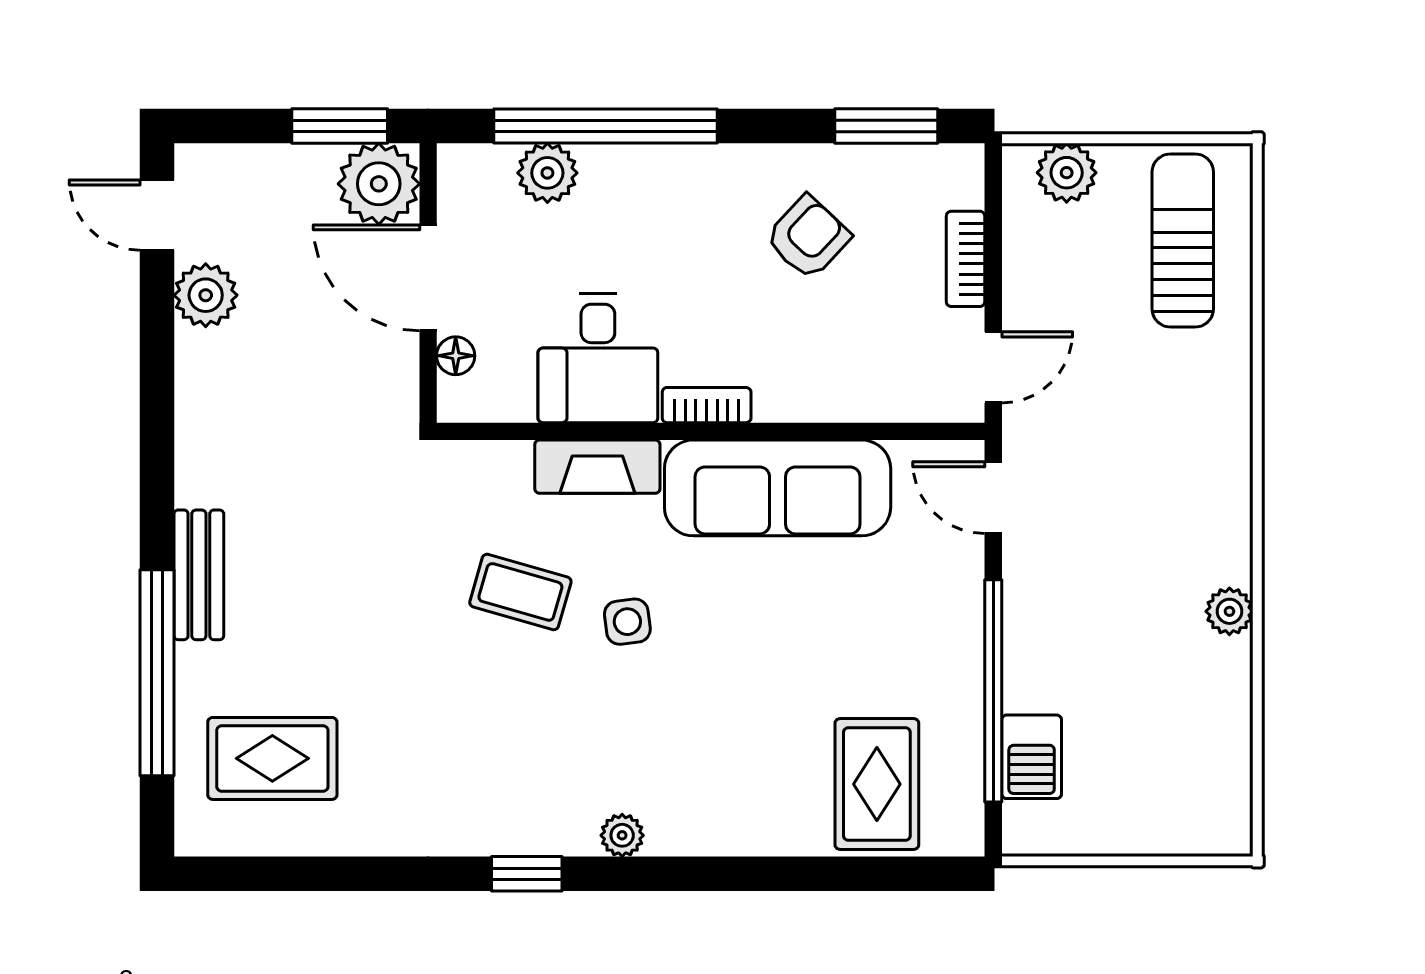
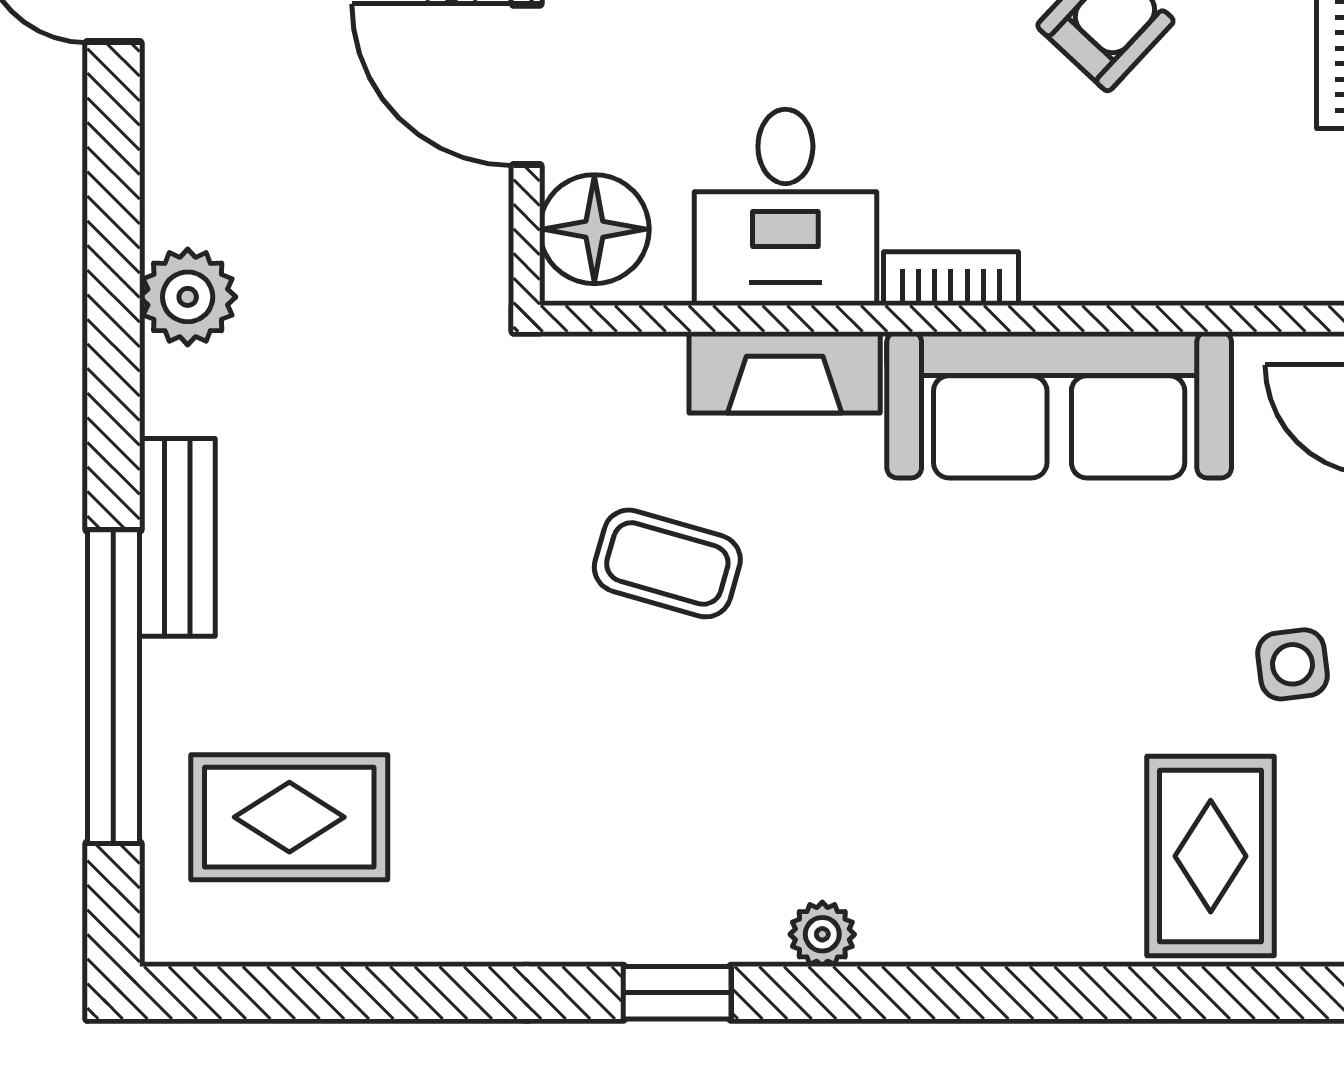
plant: (206, 295) -> (188, 297), moved
floor lamp: (456, 356) -> (594, 229), width x1.89, depth x1.89
side table: (627, 622) -> (1293, 664), moved

